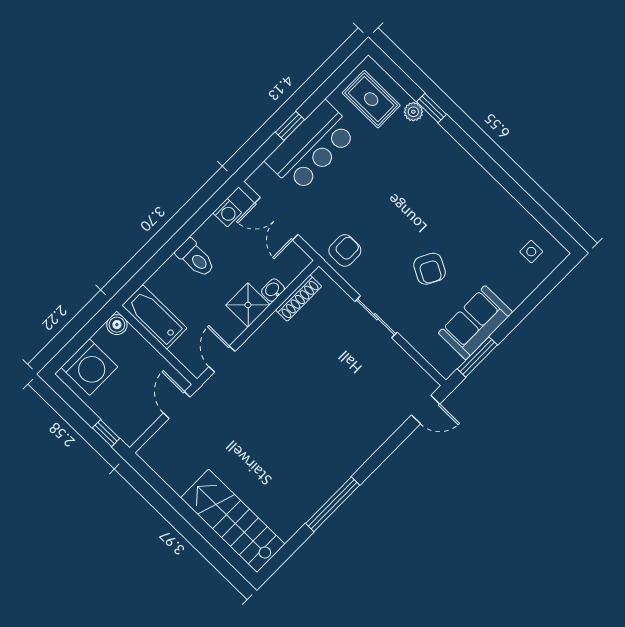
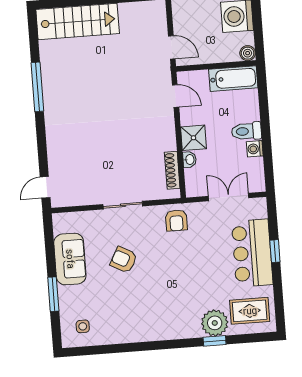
plant: (413, 112) -> (215, 323), width x1.87, depth x1.87
washing machine: (227, 213) -> (255, 149), moved
window: (477, 357) -> (53, 294), moved

